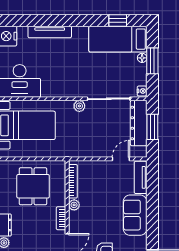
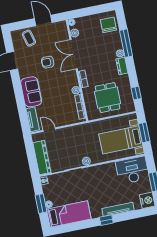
window: (118, 21) -> (106, 220), moved
window: (152, 127) -> (32, 157), removed
door: (121, 159) -> (49, 130), swing flipped

